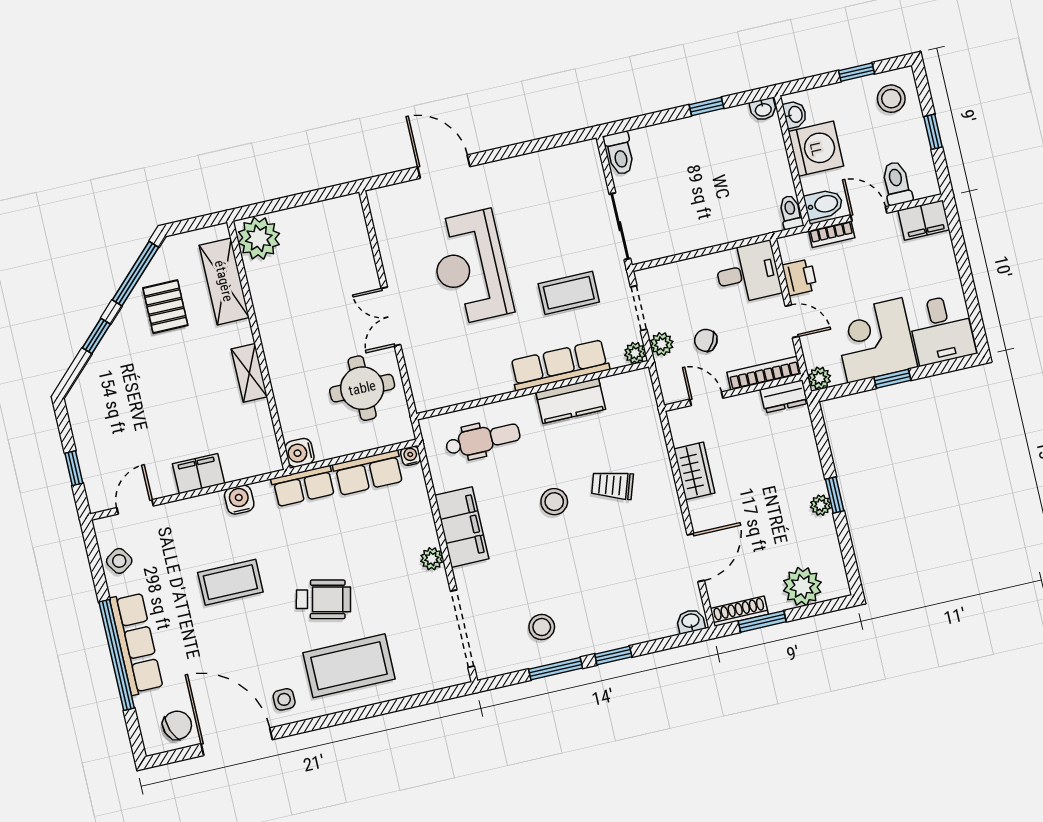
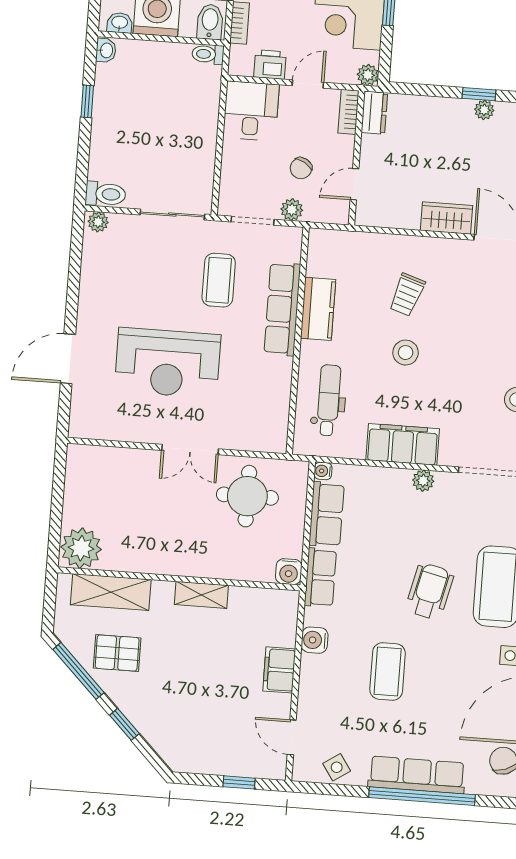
plant: (635, 353) -> (98, 222), moved
bookcase: (764, 373) -> (348, 112), width x0.64
wardrobe: (694, 471) -> (447, 218), moved

